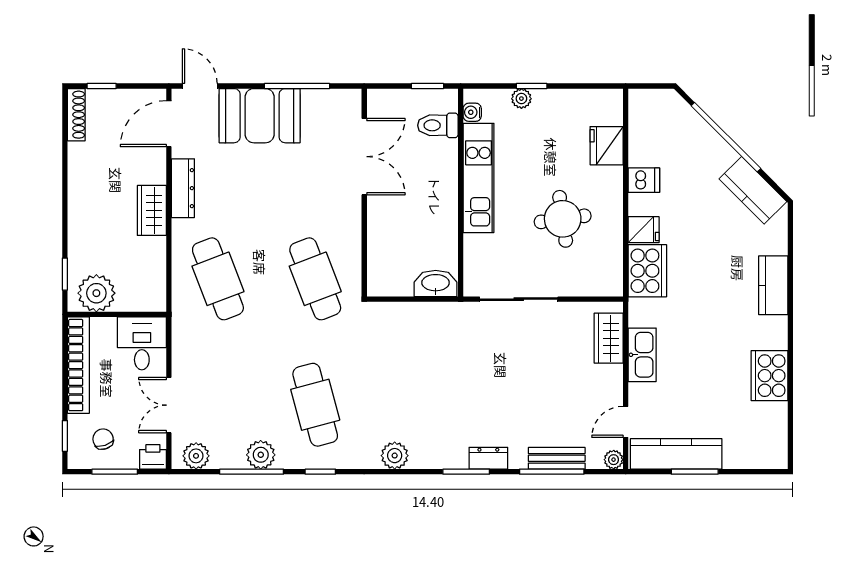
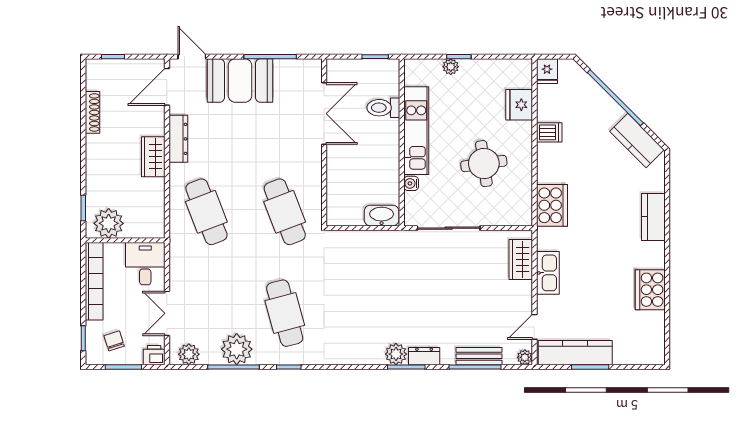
water cooler: (472, 112) -> (411, 183), moved
shoe rack: (76, 115) -> (92, 112), moved
toilet: (438, 125) -> (383, 108), moved
fridge: (644, 230) -> (547, 71), moved, turned 90
plant: (261, 455) -> (237, 349), width x1.36, depth x1.36
plant: (395, 456) -> (396, 354), moved

